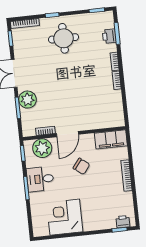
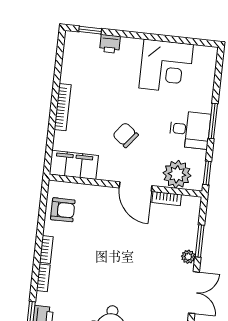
plant: (28, 100) -> (188, 257), width x0.53, depth x0.53
armchair: (112, 109) -> (63, 210), added
door: (67, 134) -> (136, 187), swing flipped
printer: (123, 222) -> (110, 44), moved

